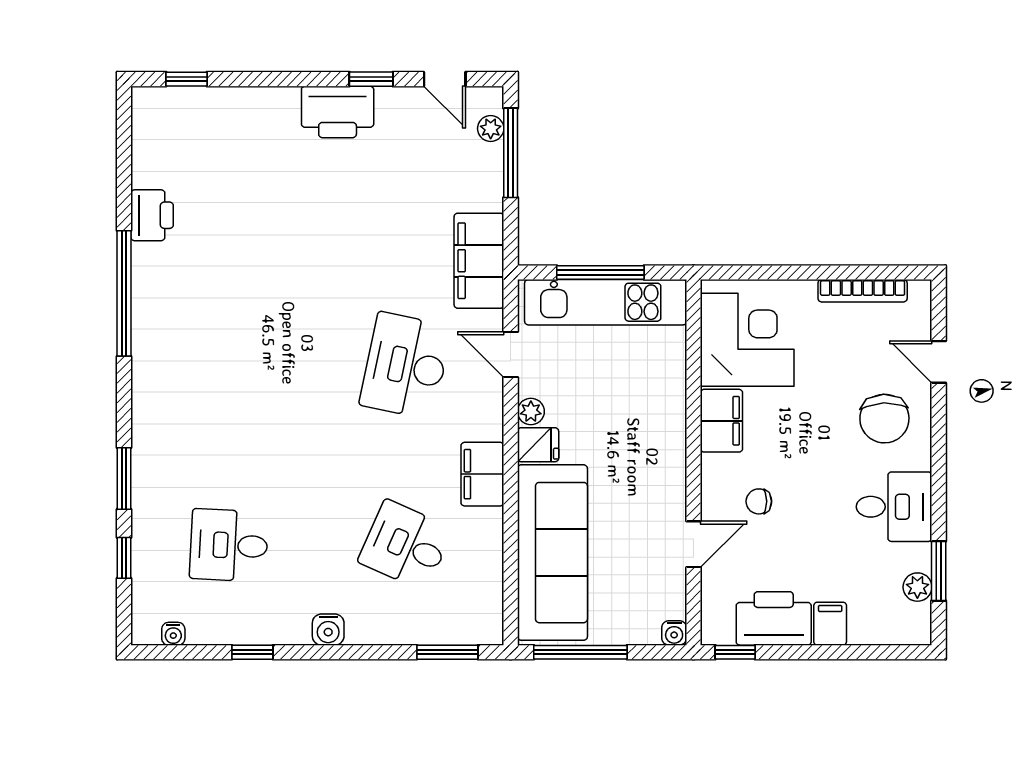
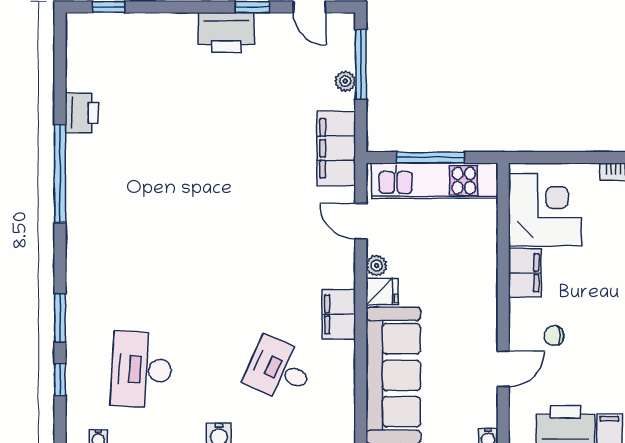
plant: (491, 129) -> (345, 81), moved
desk: (406, 366) -> (279, 230), removed
desk: (229, 545) -> (142, 370), width x1.37

